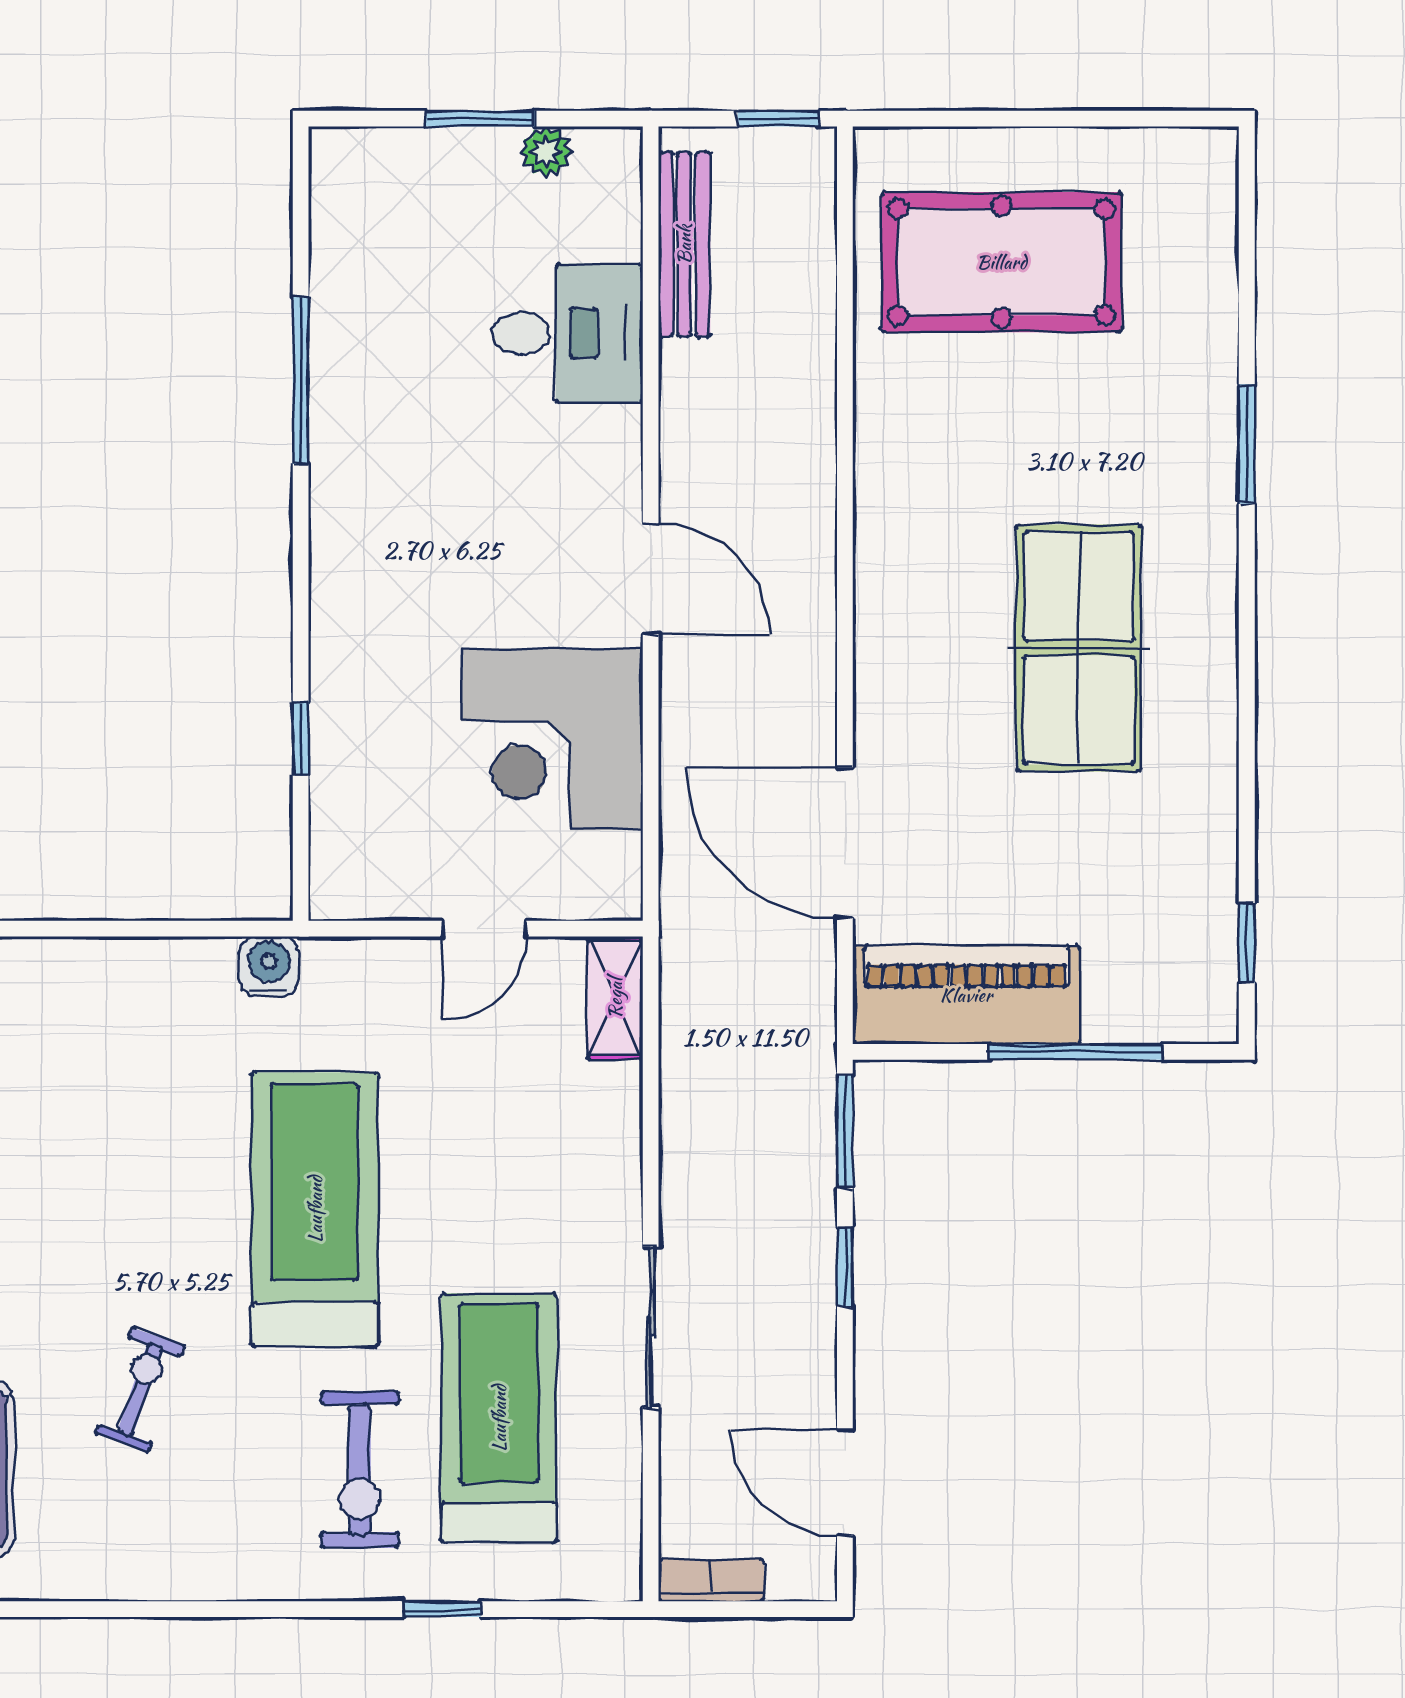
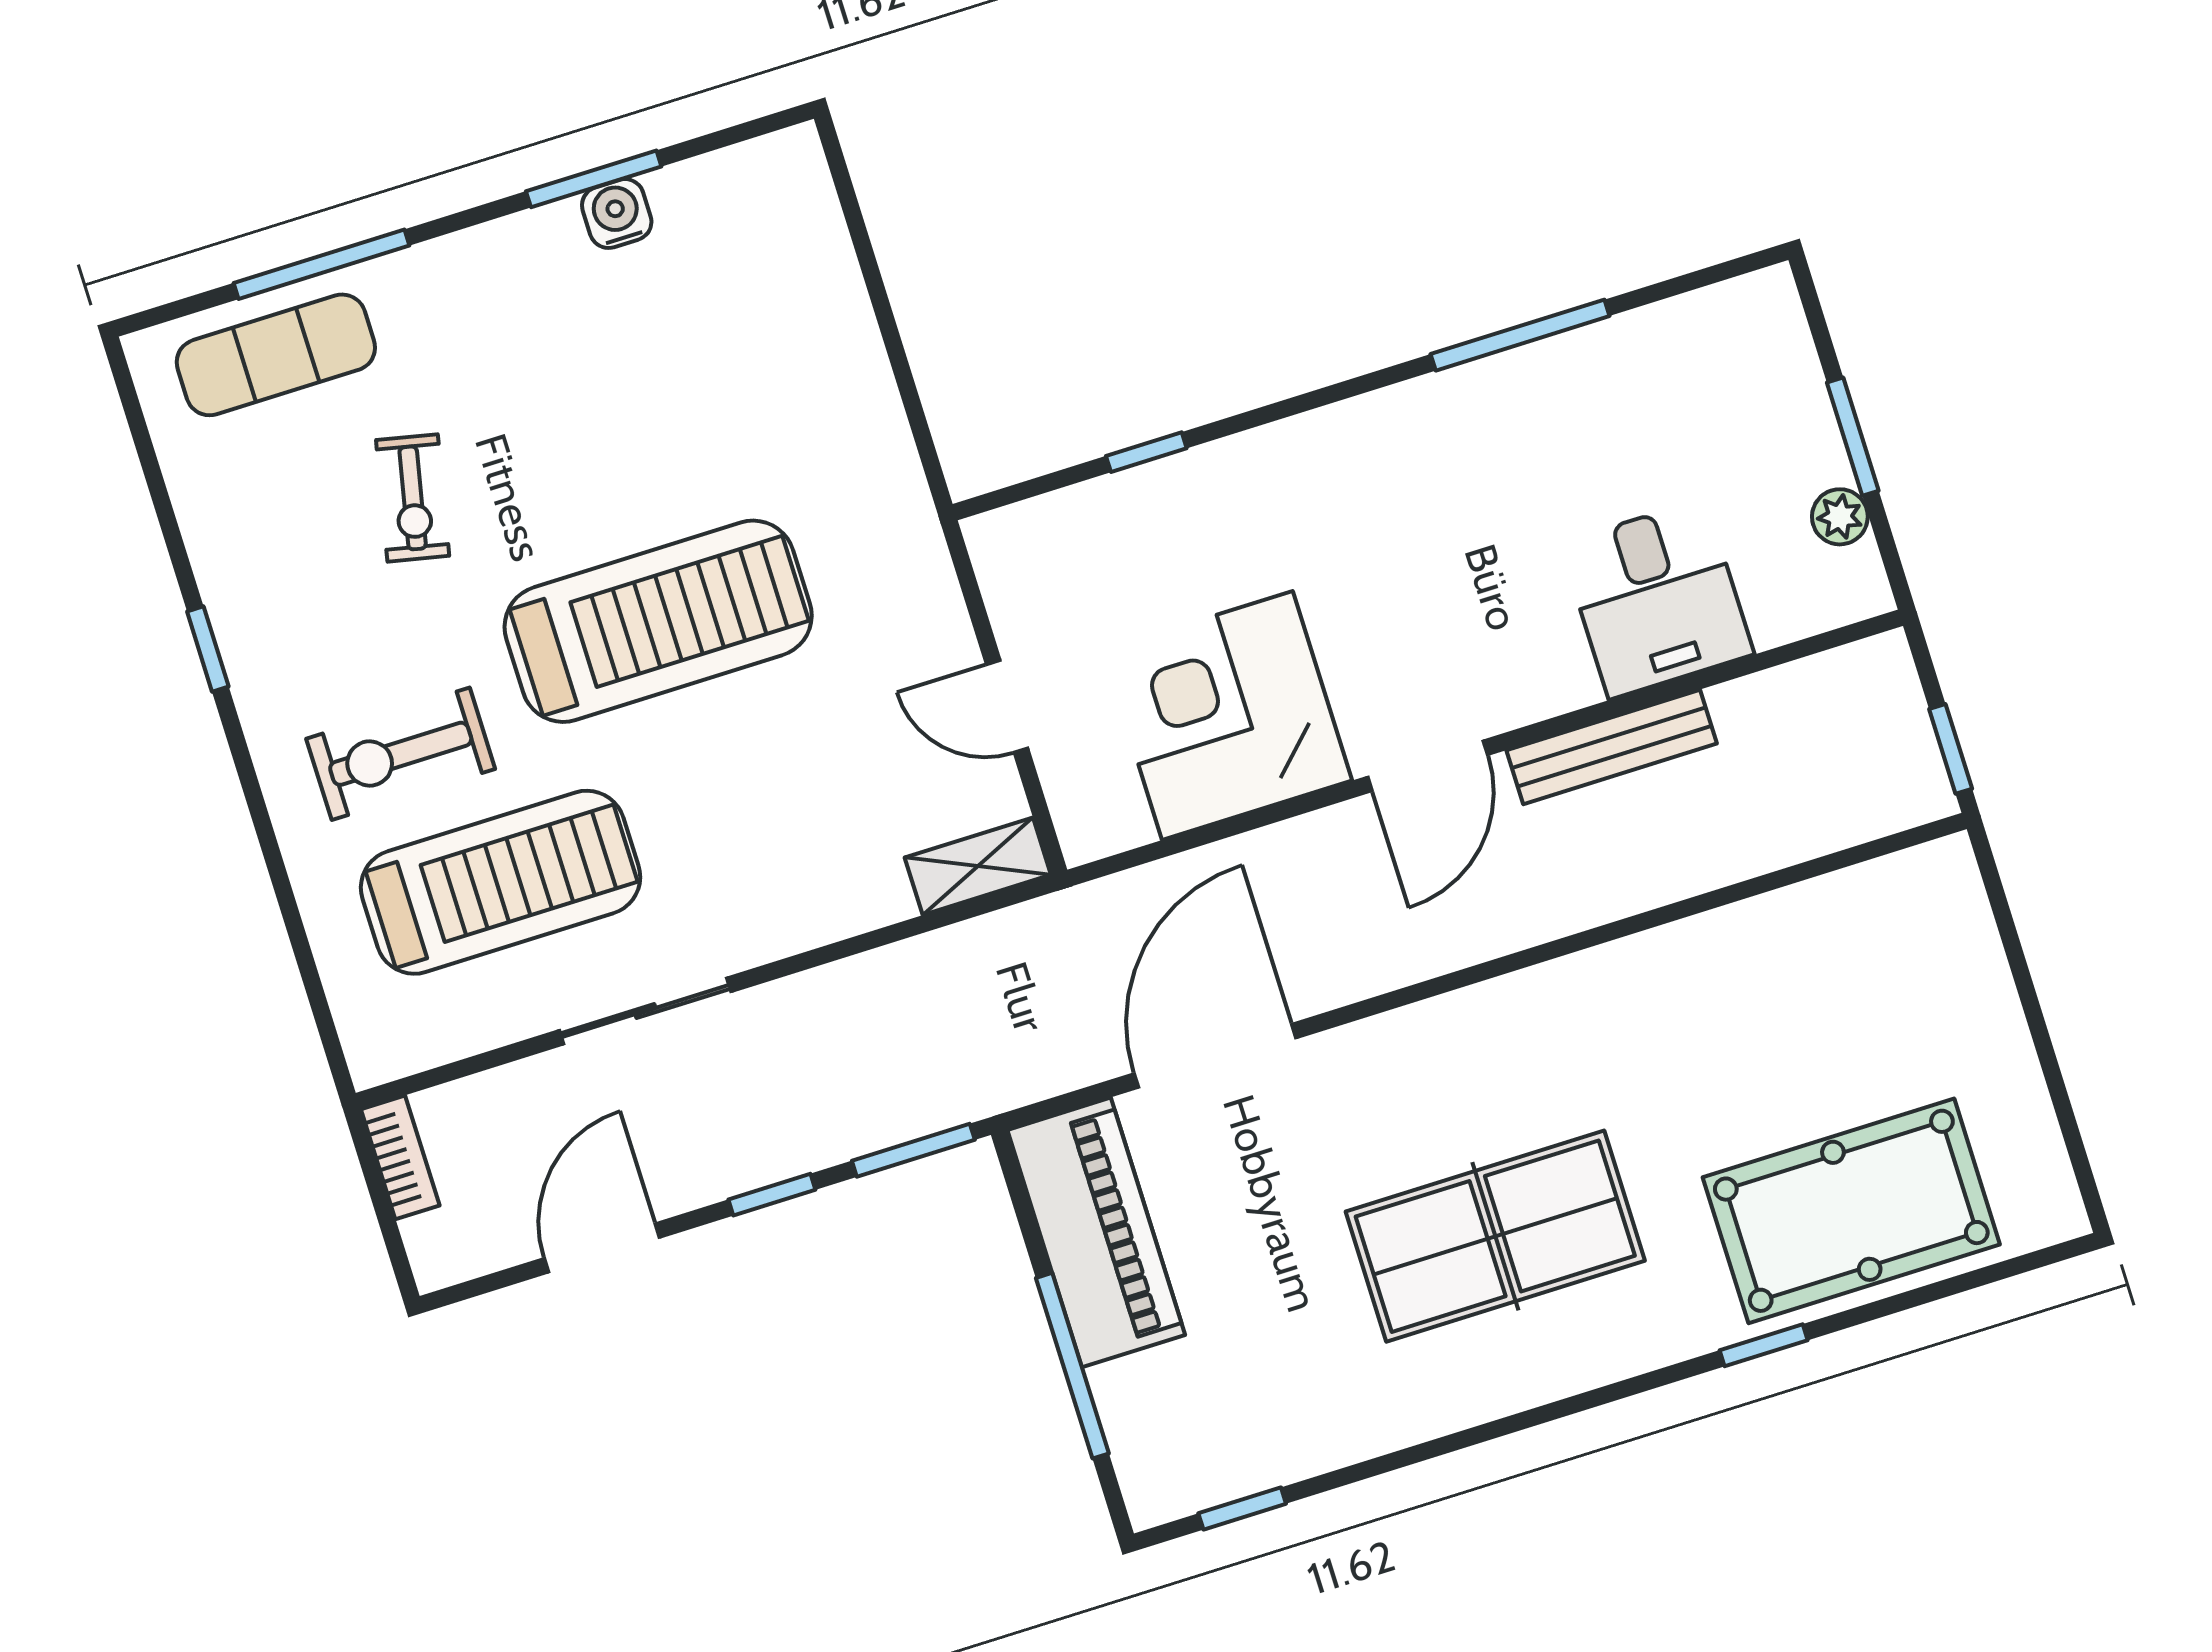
bench: (684, 244) -> (1612, 747), moved
pool table: (1002, 262) -> (1851, 1211), moved, turned 90
window: (1247, 444) -> (1764, 1345), width x0.67
water cooler: (269, 966) -> (897, 494), removed
exercise bike: (140, 1389) -> (413, 498), turned 83
door: (845, 1482) -> (602, 1248), moved
window: (442, 1609) -> (208, 649), moved

